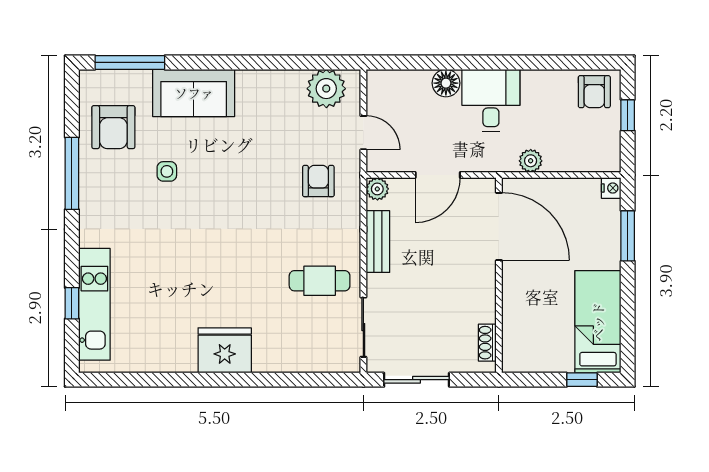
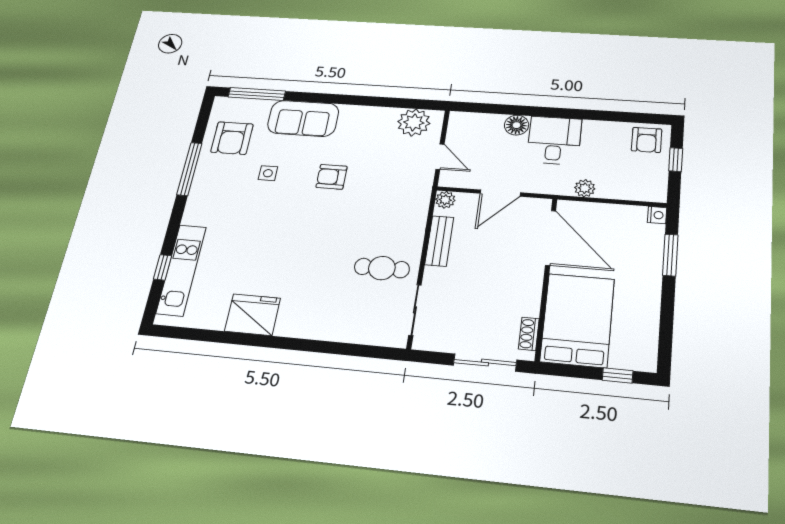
armchair: (318, 181) -> (332, 177), moved, turned -90
bed: (598, 322) -> (577, 320), moved, width x1.50
fridge: (225, 350) -> (253, 315), moved
sliding door: (417, 380) -> (485, 363), moved

